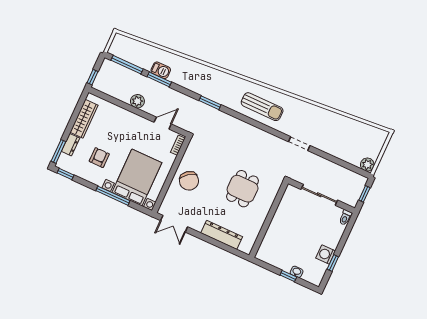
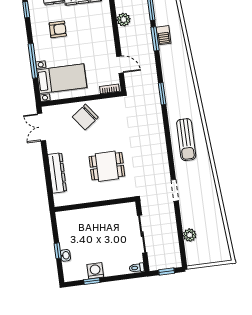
plant: (137, 101) -> (124, 20), moved
plant: (367, 165) -> (190, 235), moved
bed with nightstands: (137, 178) -> (62, 79), width x0.73

